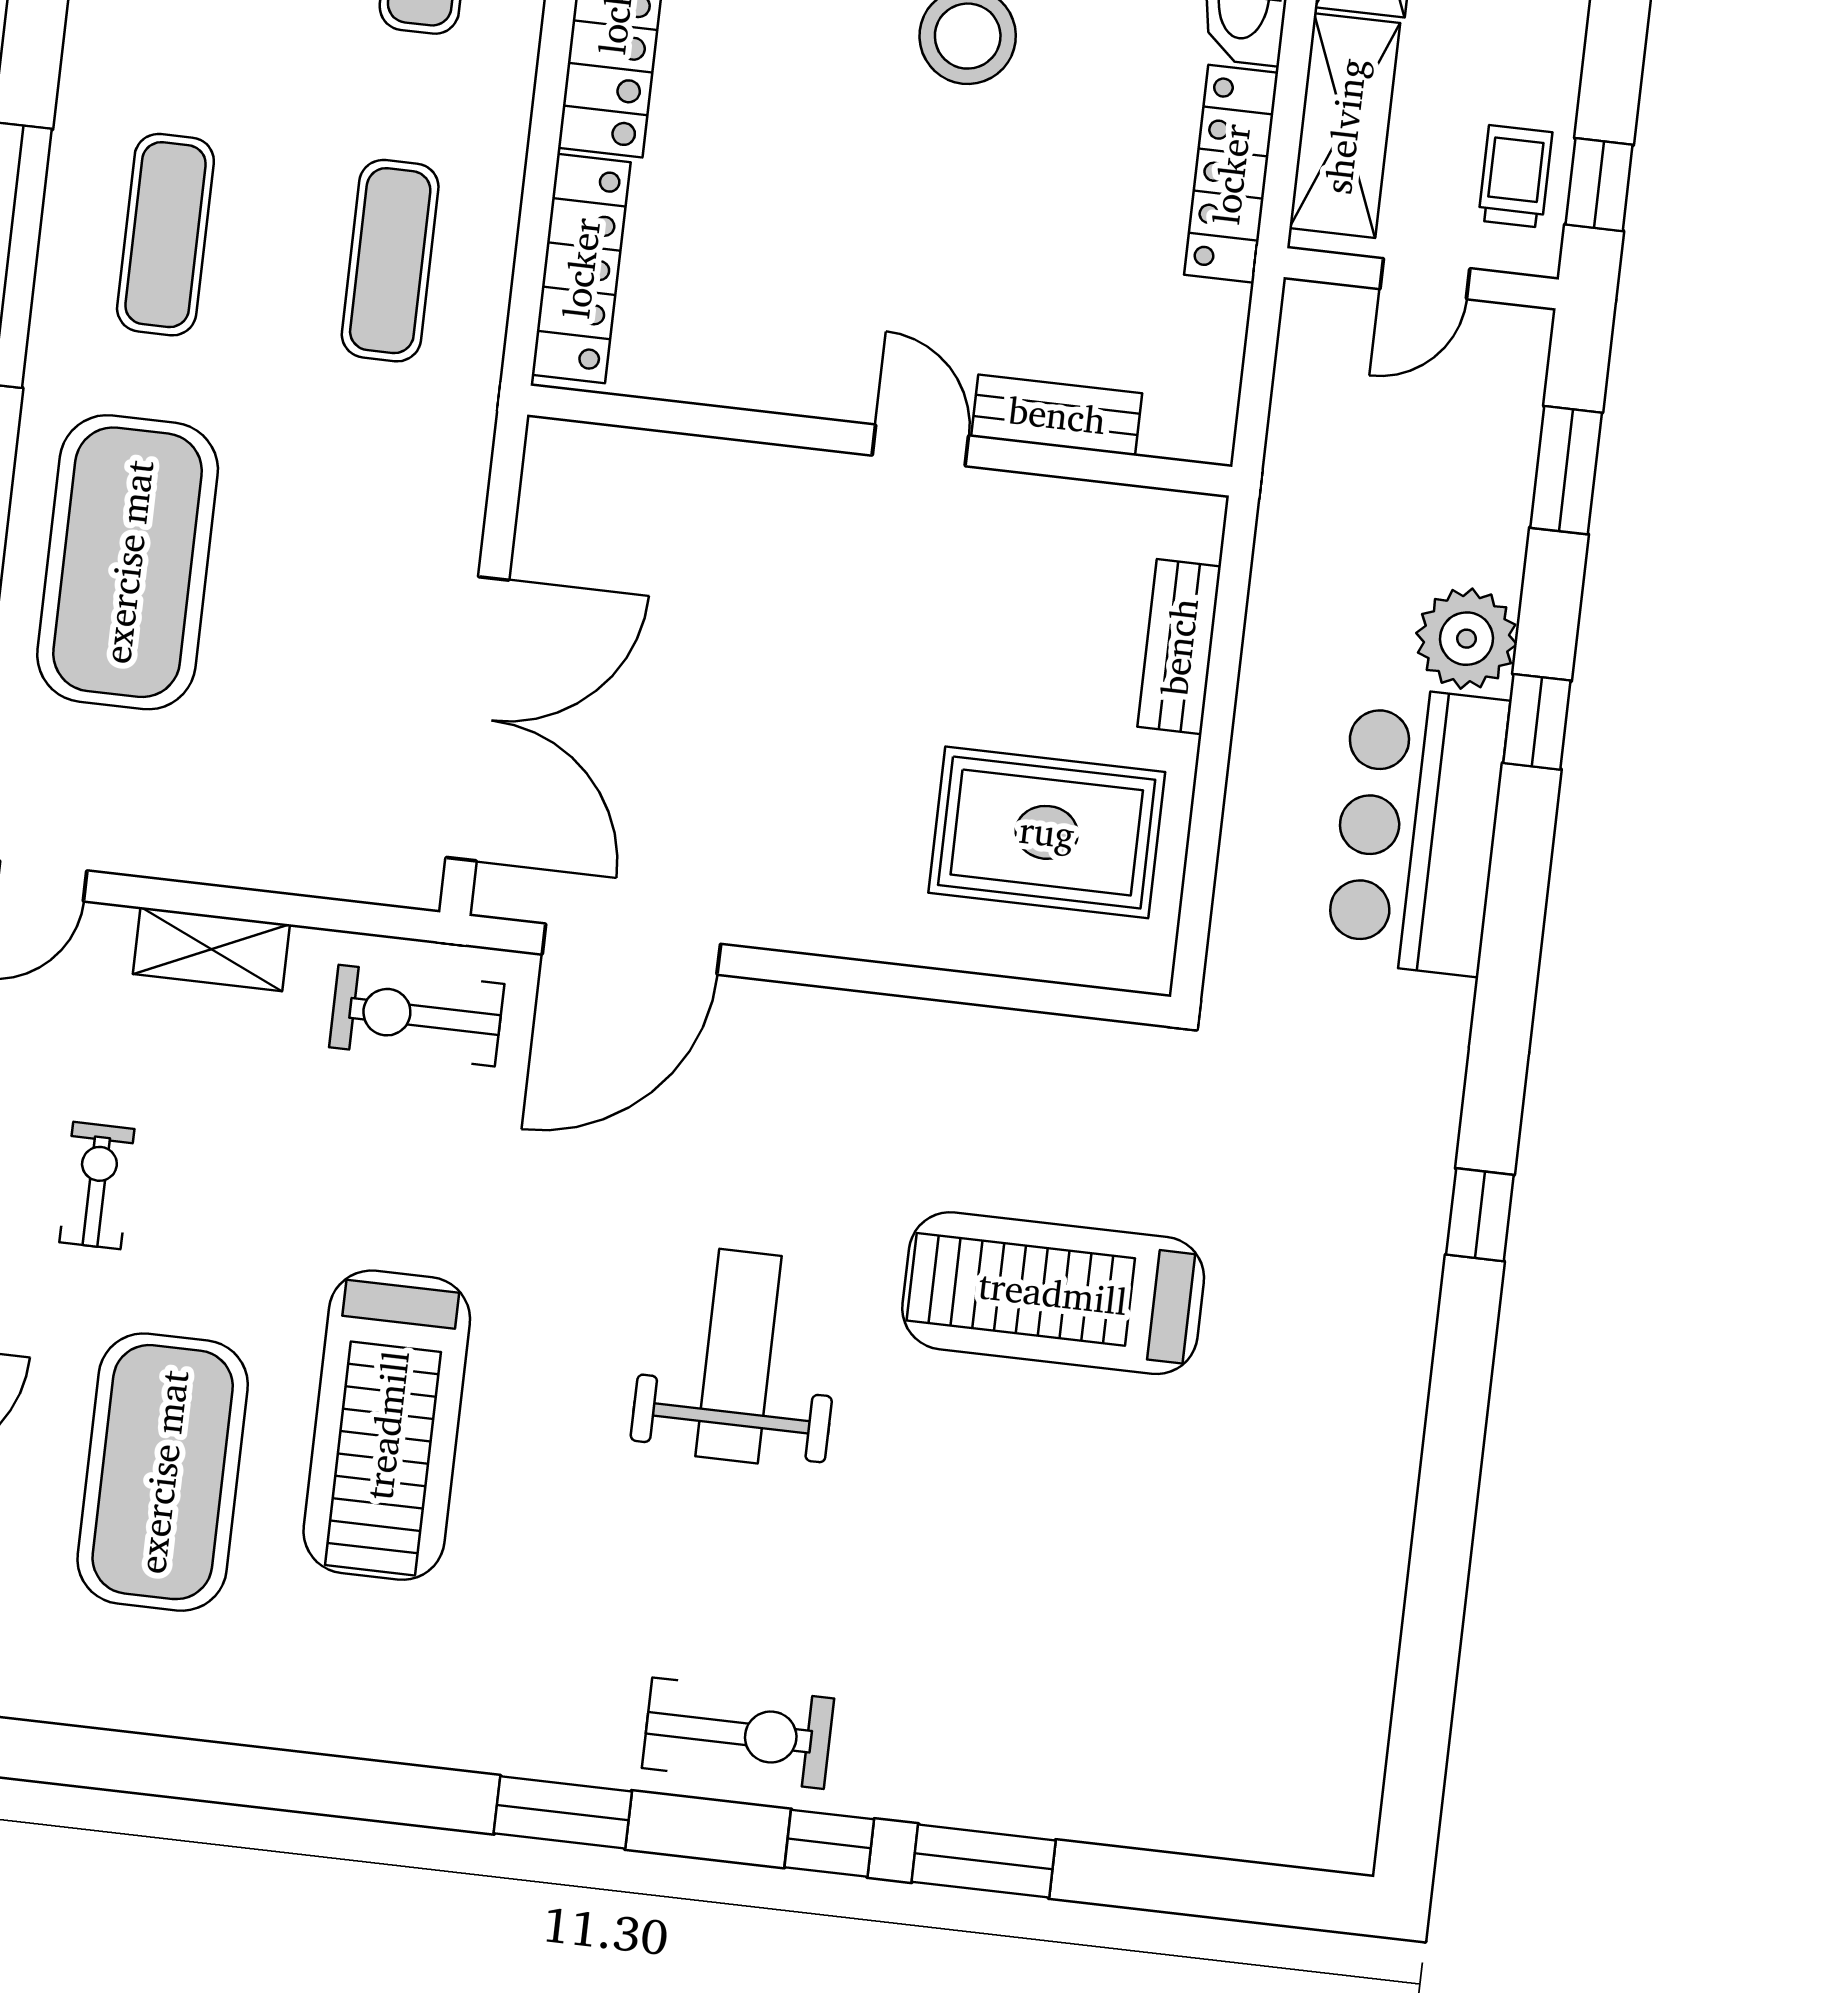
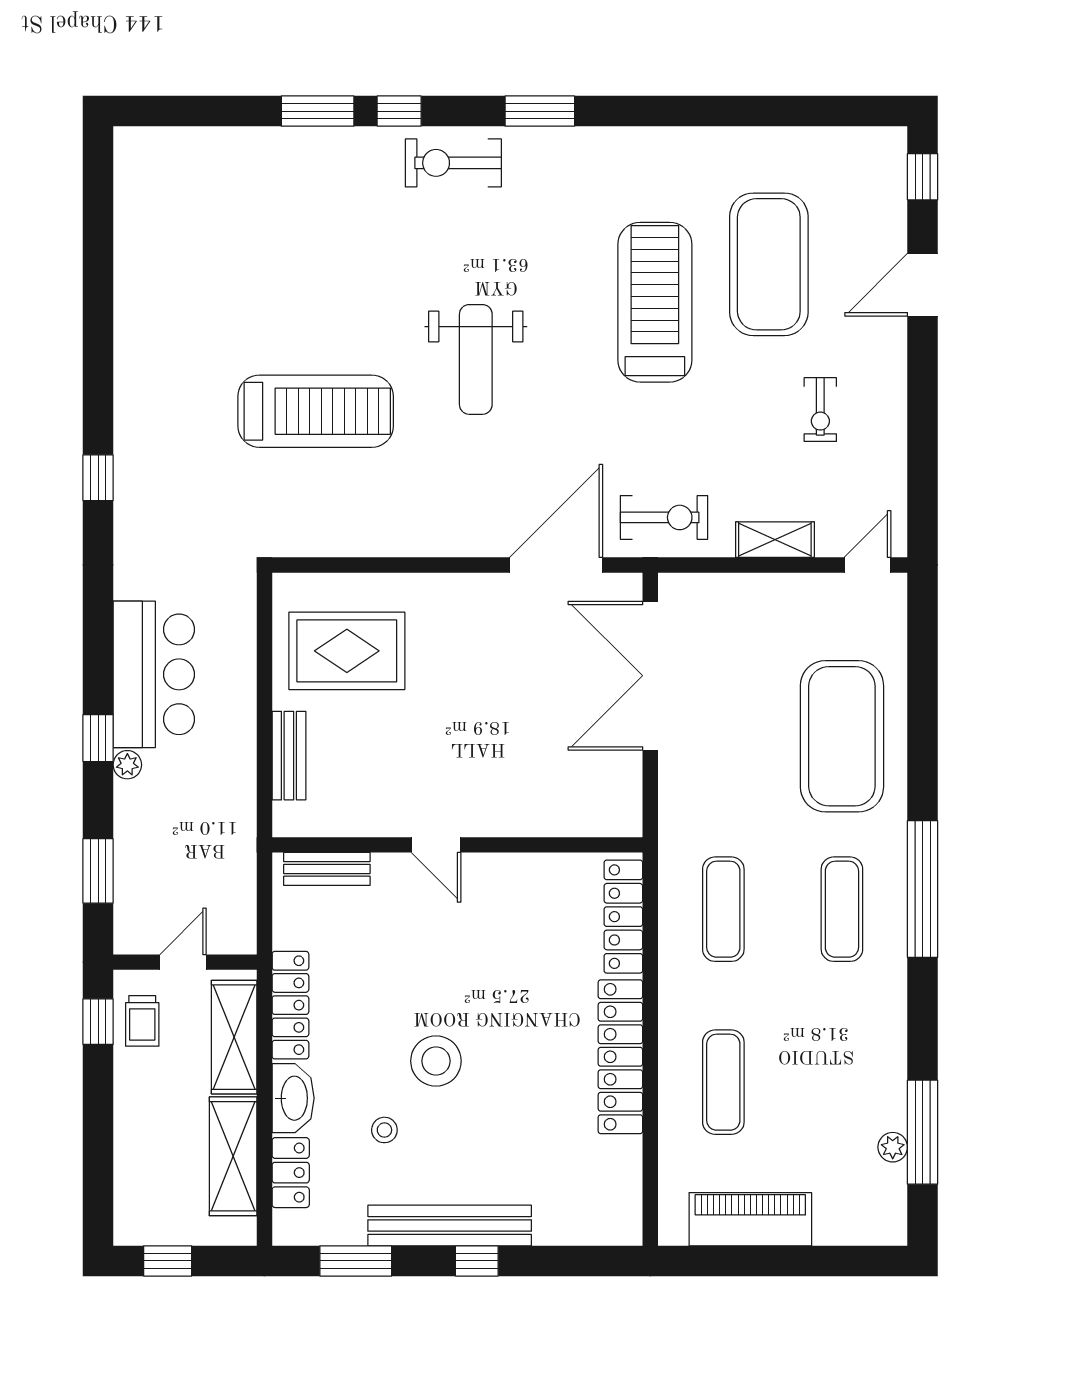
bench: (1057, 415) -> (327, 869), moved
plant: (1467, 639) -> (127, 765), width x0.53, depth x0.53

